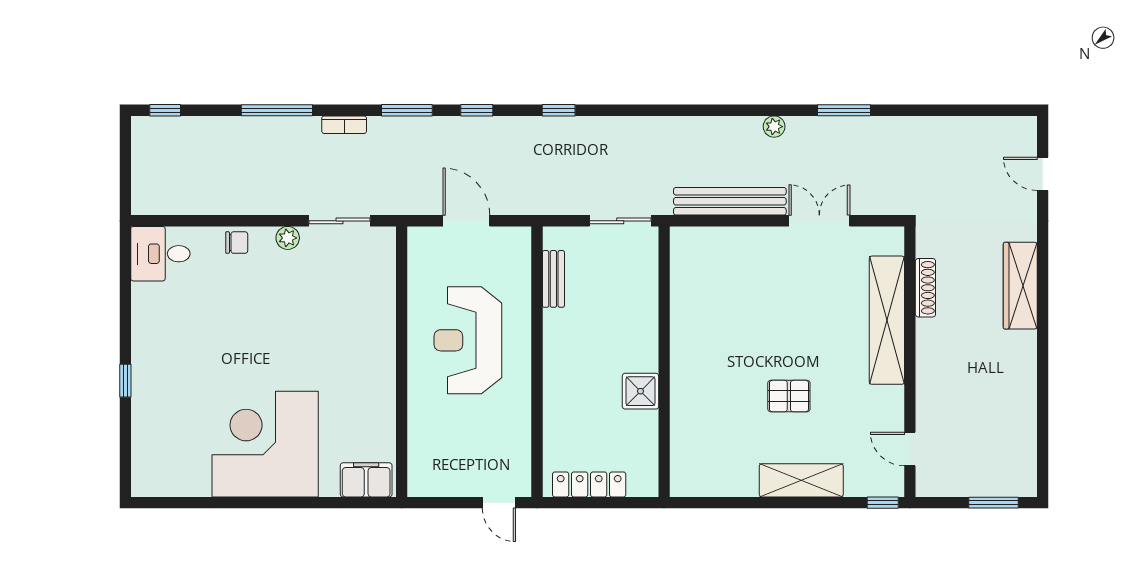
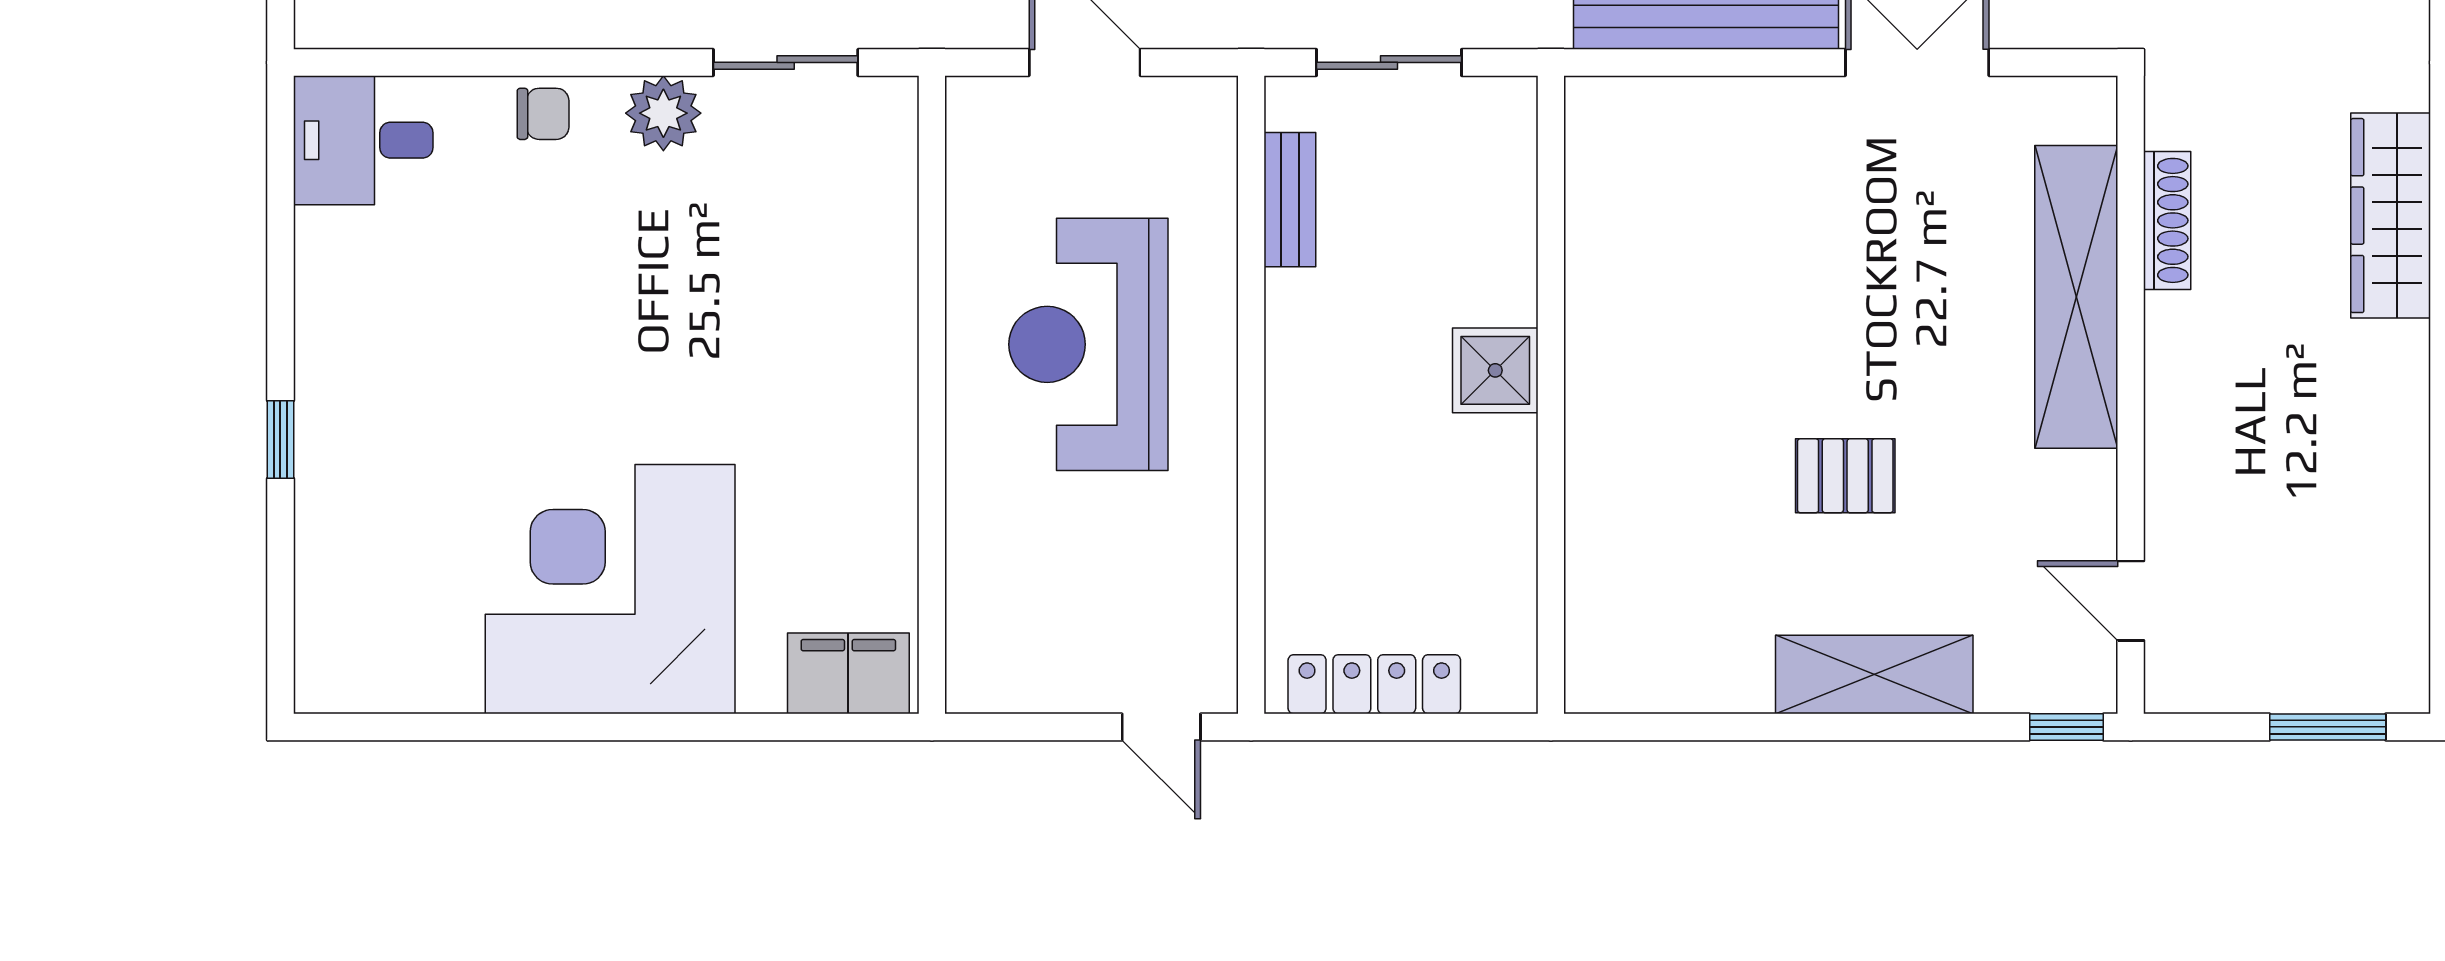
sliding door: (620, 221) -> (1389, 62), moved
plant: (288, 238) -> (663, 113), width x1.38, depth x1.38
shower: (640, 391) -> (1495, 370), moved

